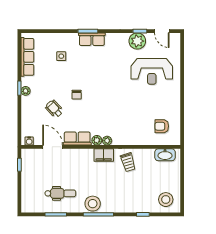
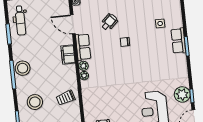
row of seats: (92, 39) -> (178, 41), moved
door: (53, 147) -> (73, 24), swing flipped
filing cabinet: (104, 155) -> (68, 55), moved
dental chair: (60, 193) -> (20, 20), moved
stool: (129, 195) -> (35, 102), added

